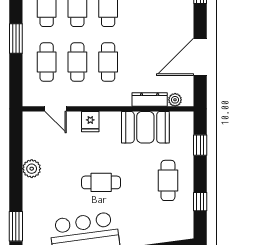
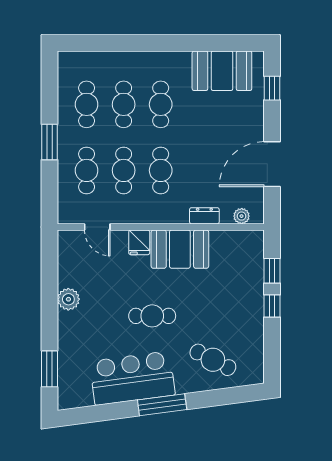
dresser: (150, 100) -> (204, 216), width x0.70
booth: (145, 127) -> (180, 249), moved
cafe table: (168, 180) -> (213, 360), moved, turned -63
window: (200, 202) -> (272, 306), moved

